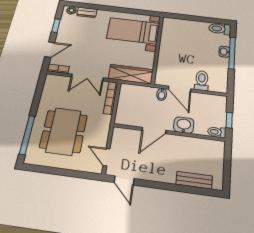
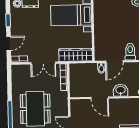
door: (180, 89) -> (114, 62), hinge flipped
door: (154, 130) -> (100, 98), hinge flipped

